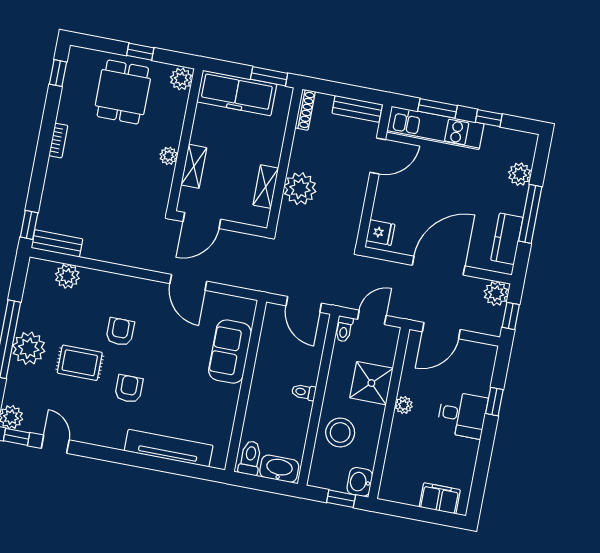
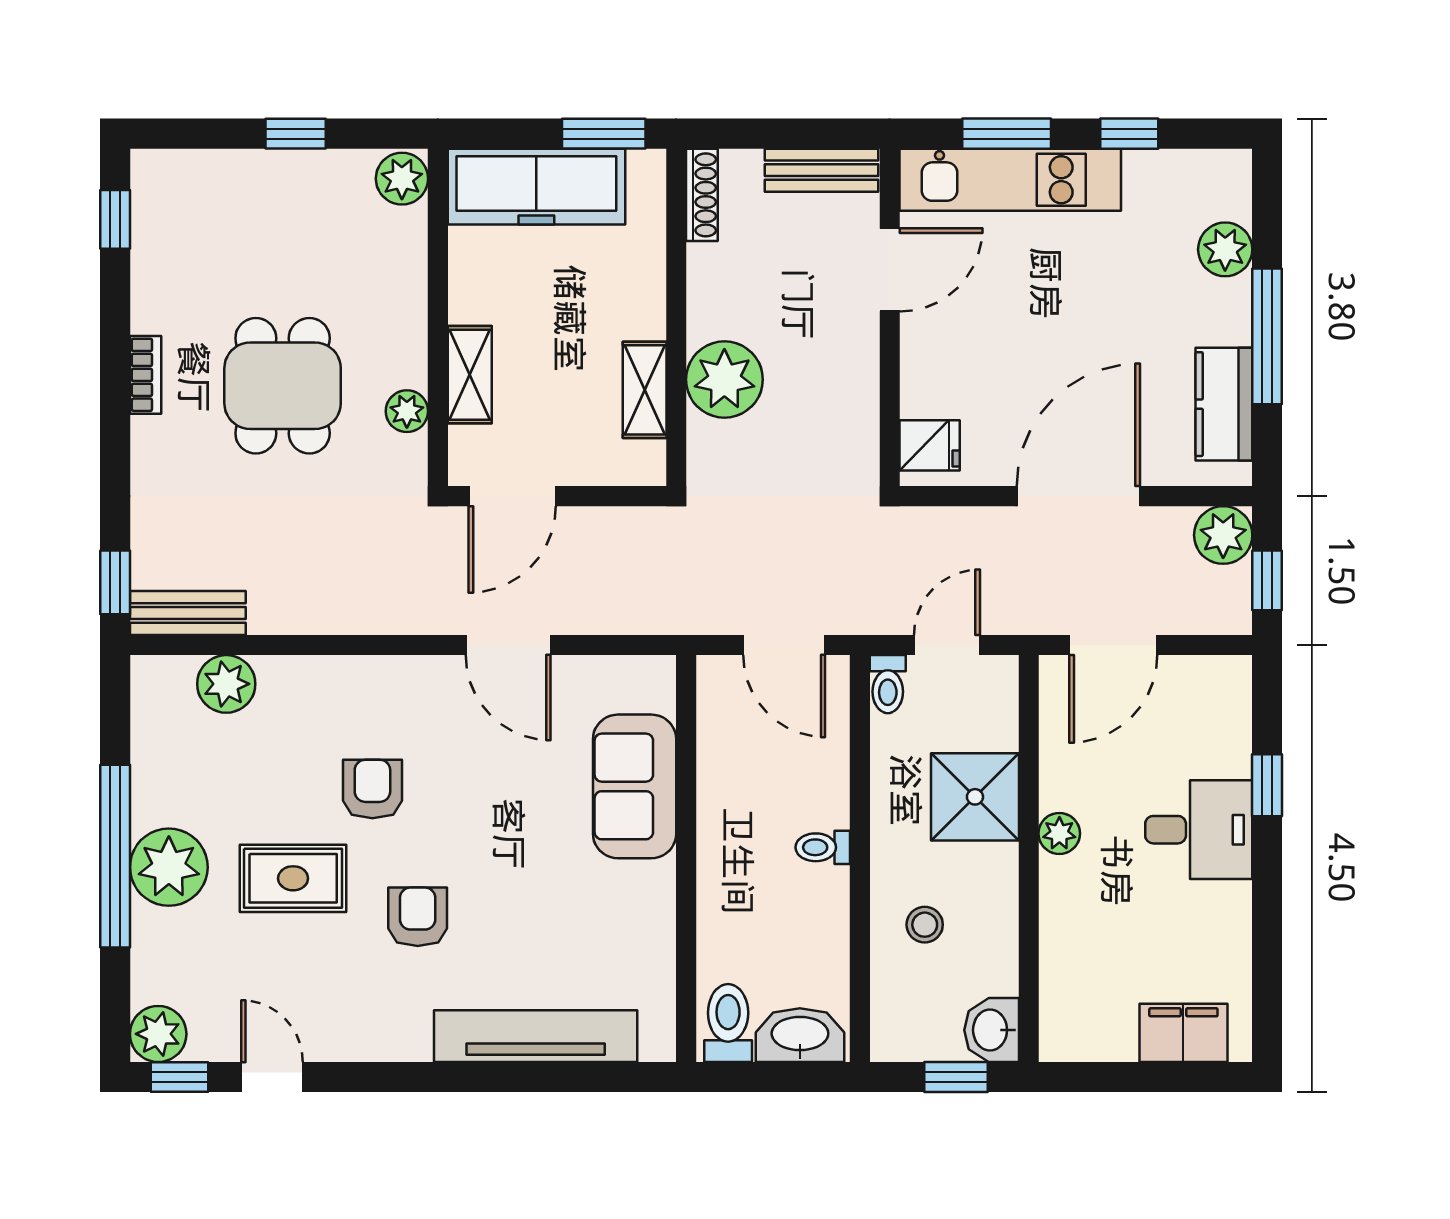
dining table: (123, 92) -> (283, 386), moved
plant: (169, 156) -> (407, 411), moved
stool: (340, 432) -> (925, 925), width x0.53, depth x0.53

